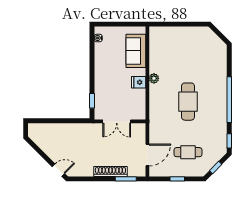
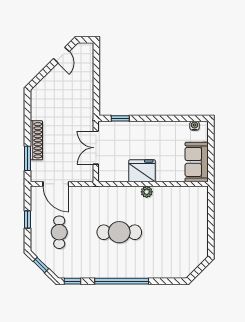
sofa: (136, 51) -> (197, 162), moved, turned -90
fridge: (139, 82) -> (142, 171), width x1.88, depth x1.34
door: (58, 170) -> (61, 55), moved

